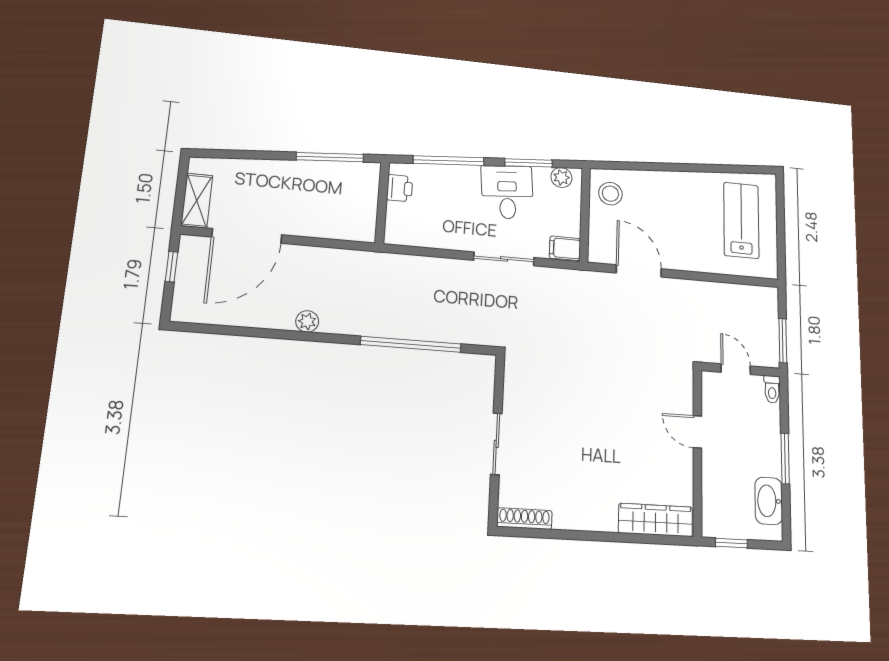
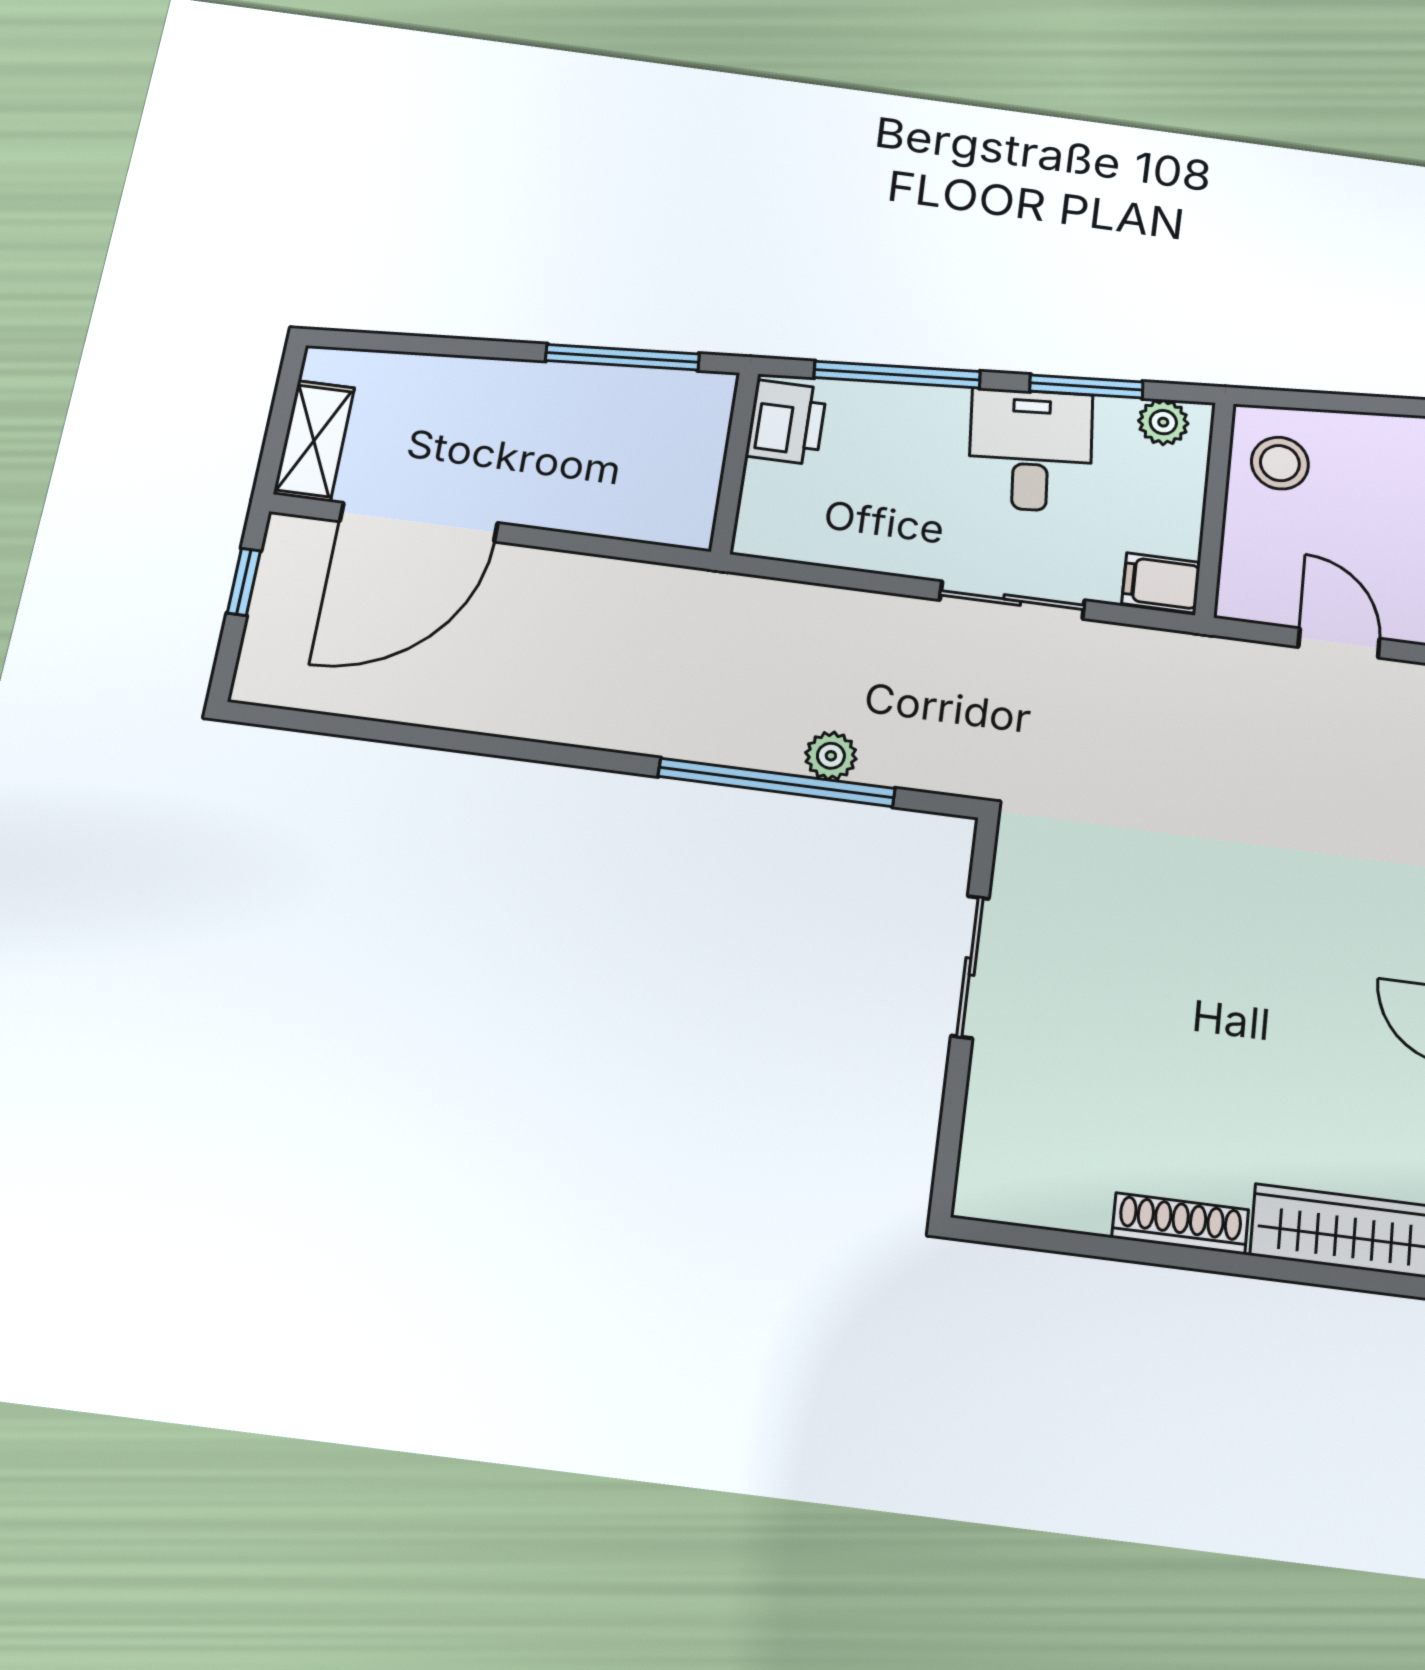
printer: (400, 188) -> (786, 422), width x1.36, depth x1.24
door: (639, 271) -> (1339, 643), width x0.73
plant: (307, 321) -> (831, 756), moved
sliding door: (496, 444) -> (970, 967), moved
shoe rack: (524, 519) -> (1180, 1224), moved

